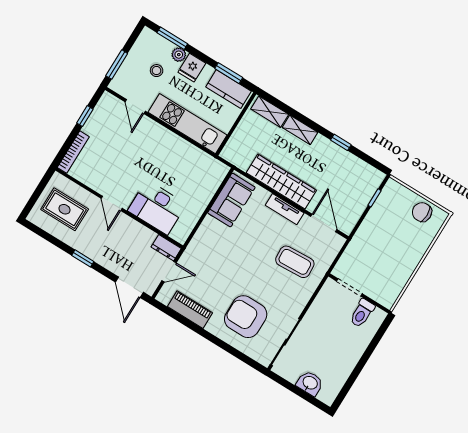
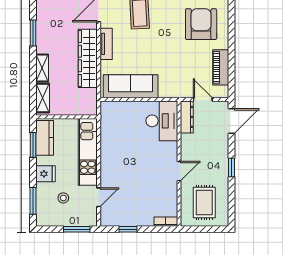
plant: (179, 55) -> (42, 189), removed
window: (341, 142) -> (33, 33), width x1.50
bookcase: (73, 152) -> (166, 222), width x0.64
sofa: (231, 200) -> (131, 86), width x1.36
desk: (157, 207) -> (162, 121), moved
dresser: (166, 248) -> (187, 117), width x1.44
armchair: (246, 317) -> (201, 24), turned 180

